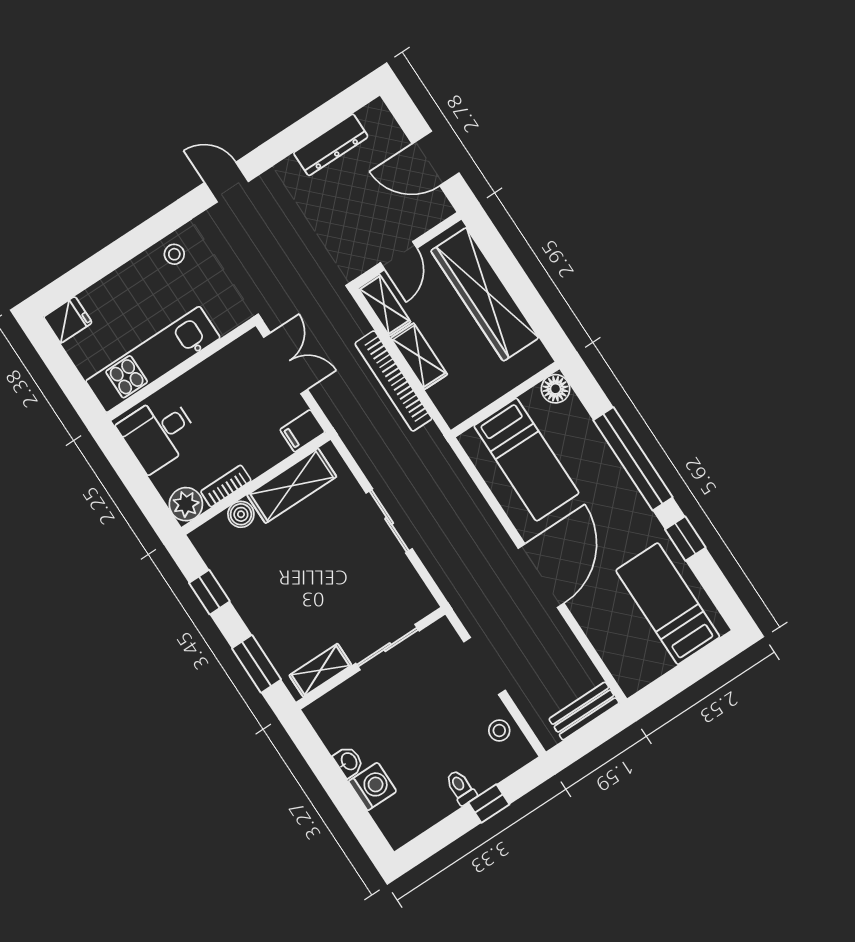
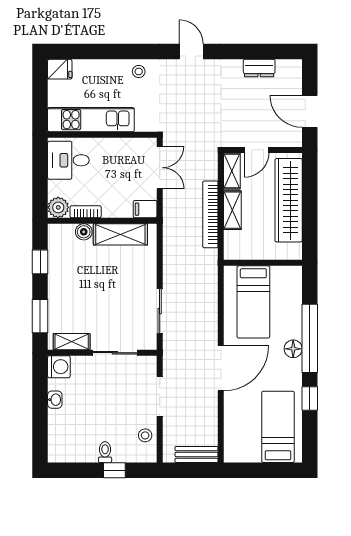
dresser: (331, 145) -> (259, 68), width x0.70
floor lamp: (556, 389) -> (293, 349), moved
sliding door: (389, 521) -> (160, 311), moved
washing machine: (373, 786) -> (59, 367), moved

